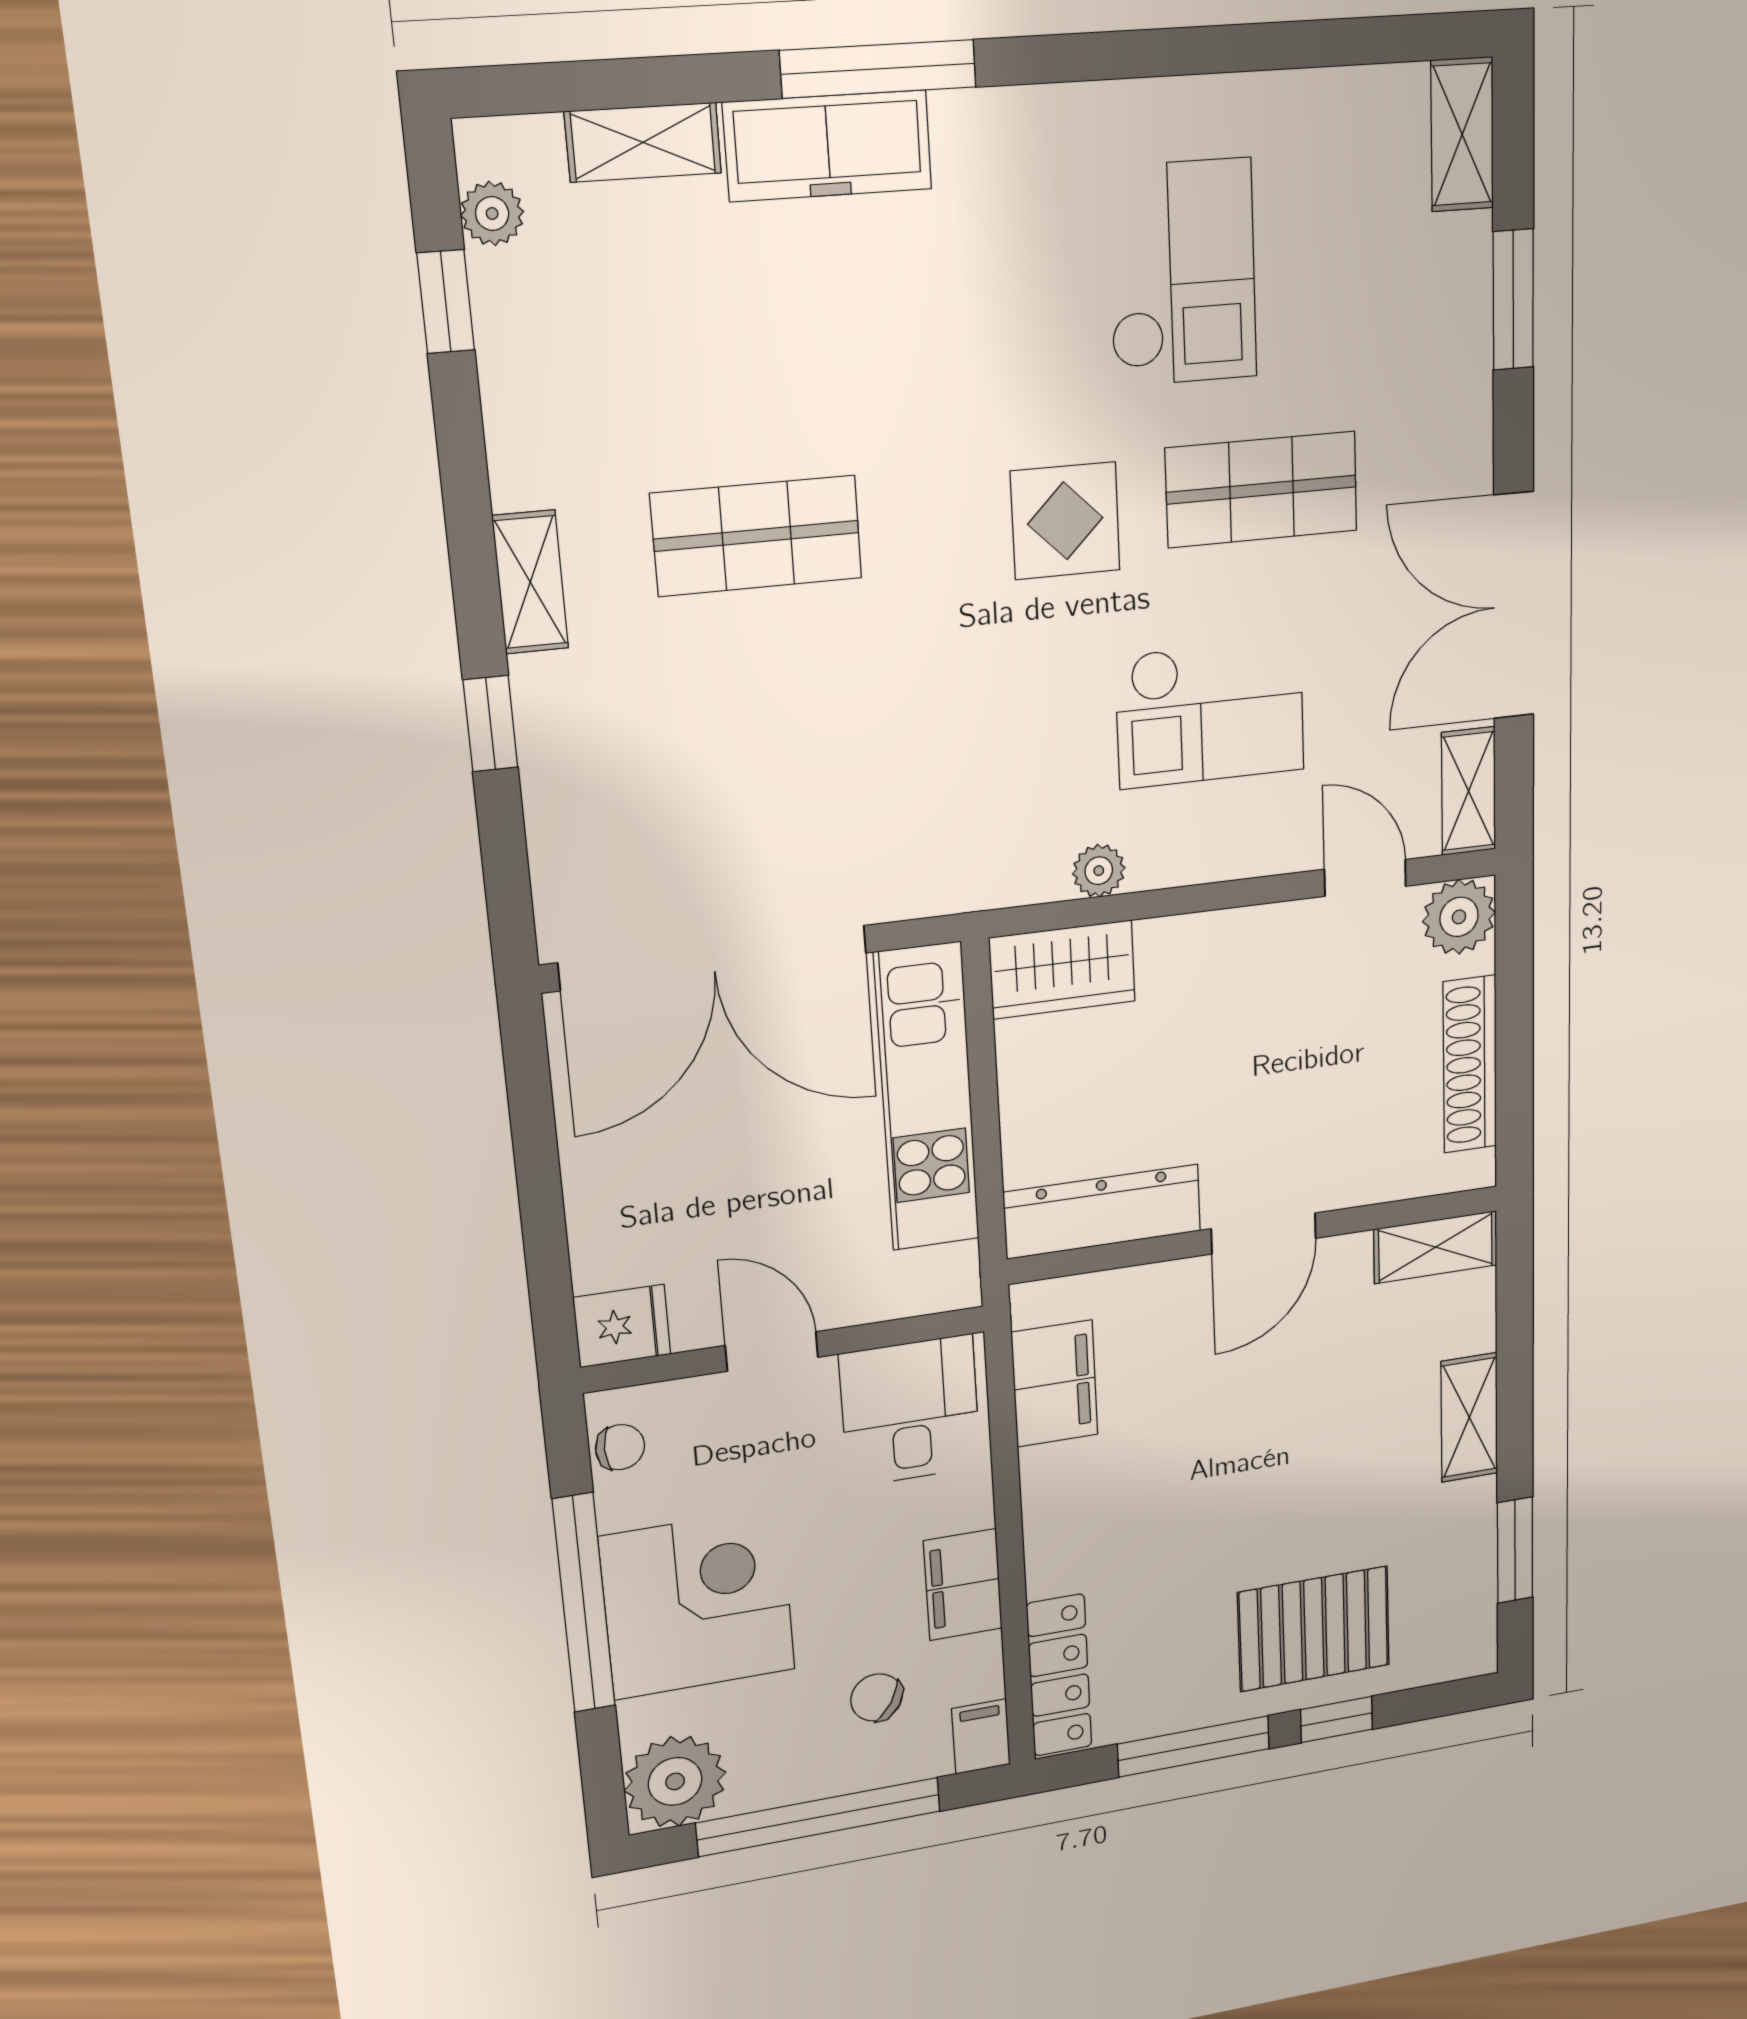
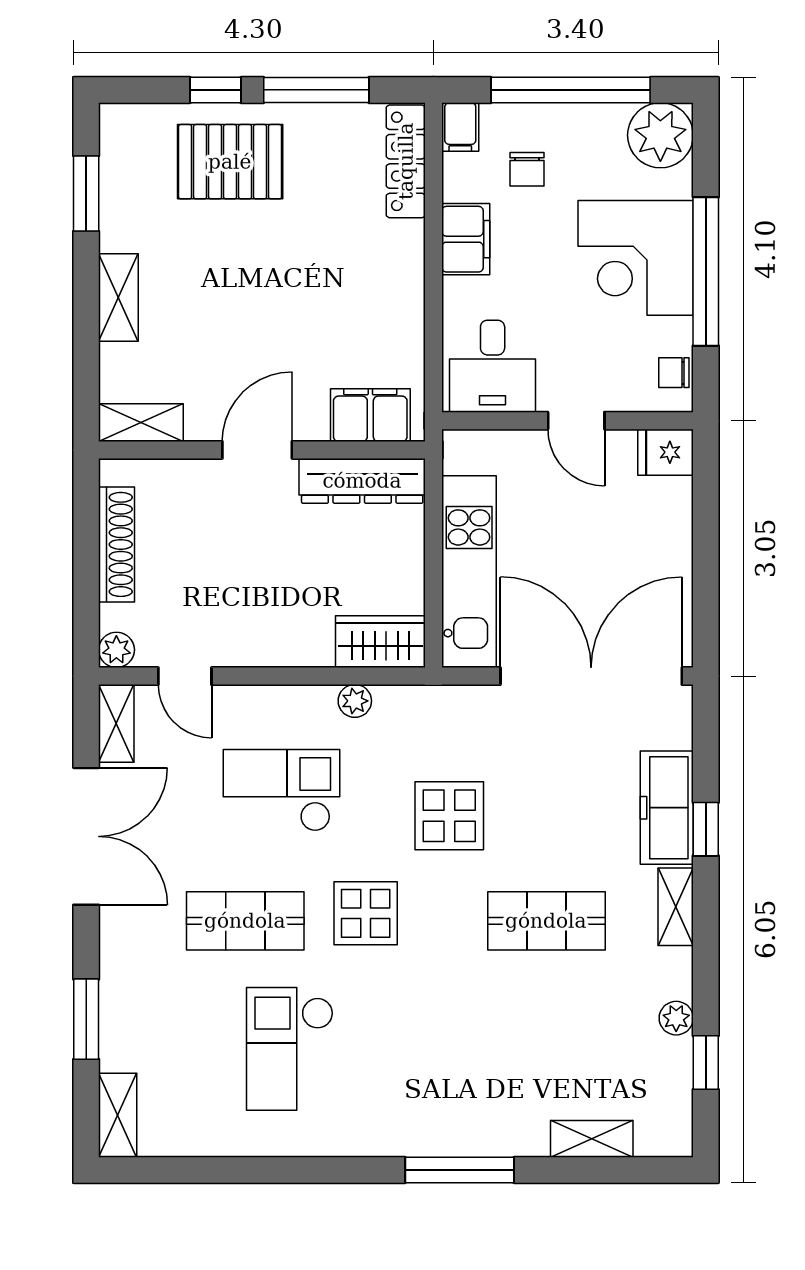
freezer: (828, 146) -> (667, 808), moved, turned -90
plant: (492, 214) -> (676, 1018), moved
display table: (935, 700) -> (449, 816), added
plant: (1459, 917) -> (116, 650), width x0.73, depth x0.73
filing cabinet: (1055, 1384) -> (370, 415), moved, turned 90
chair: (877, 1697) -> (527, 169), turned 59

